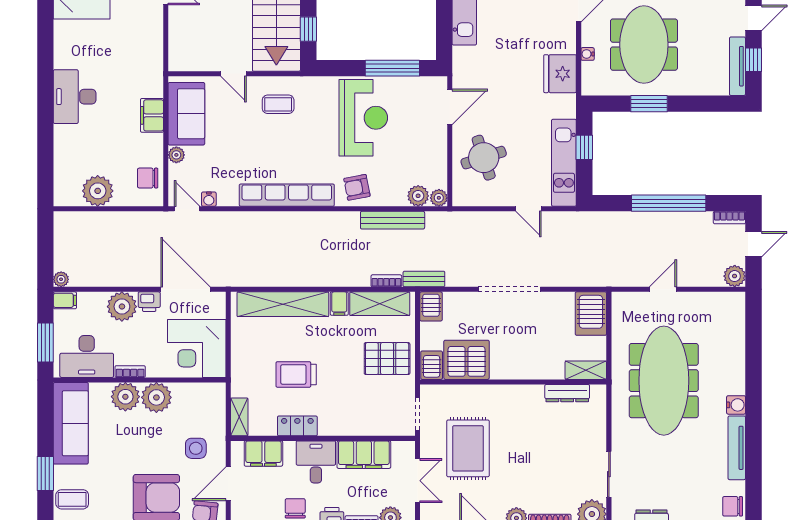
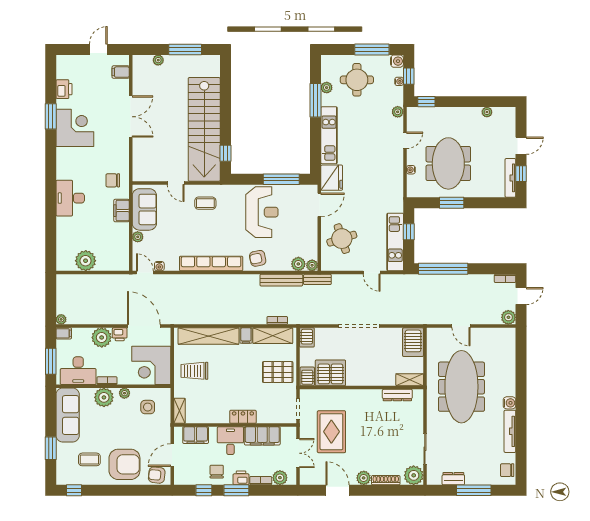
fridge: (560, 74) -> (332, 178), moved, turned 180
chair: (148, 178) -> (113, 180), moved
window: (669, 203) -> (443, 269), moved
bench: (424, 279) -> (317, 279), moved
door: (663, 289) -> (461, 326), swing flipped
trolley: (296, 374) -> (194, 371), moved
plant: (156, 397) -> (124, 393), width x0.53, depth x0.53
locker: (297, 426) -> (243, 417), moved
side table: (196, 448) -> (148, 407), moved
coffee table: (72, 499) -> (89, 459), moved

